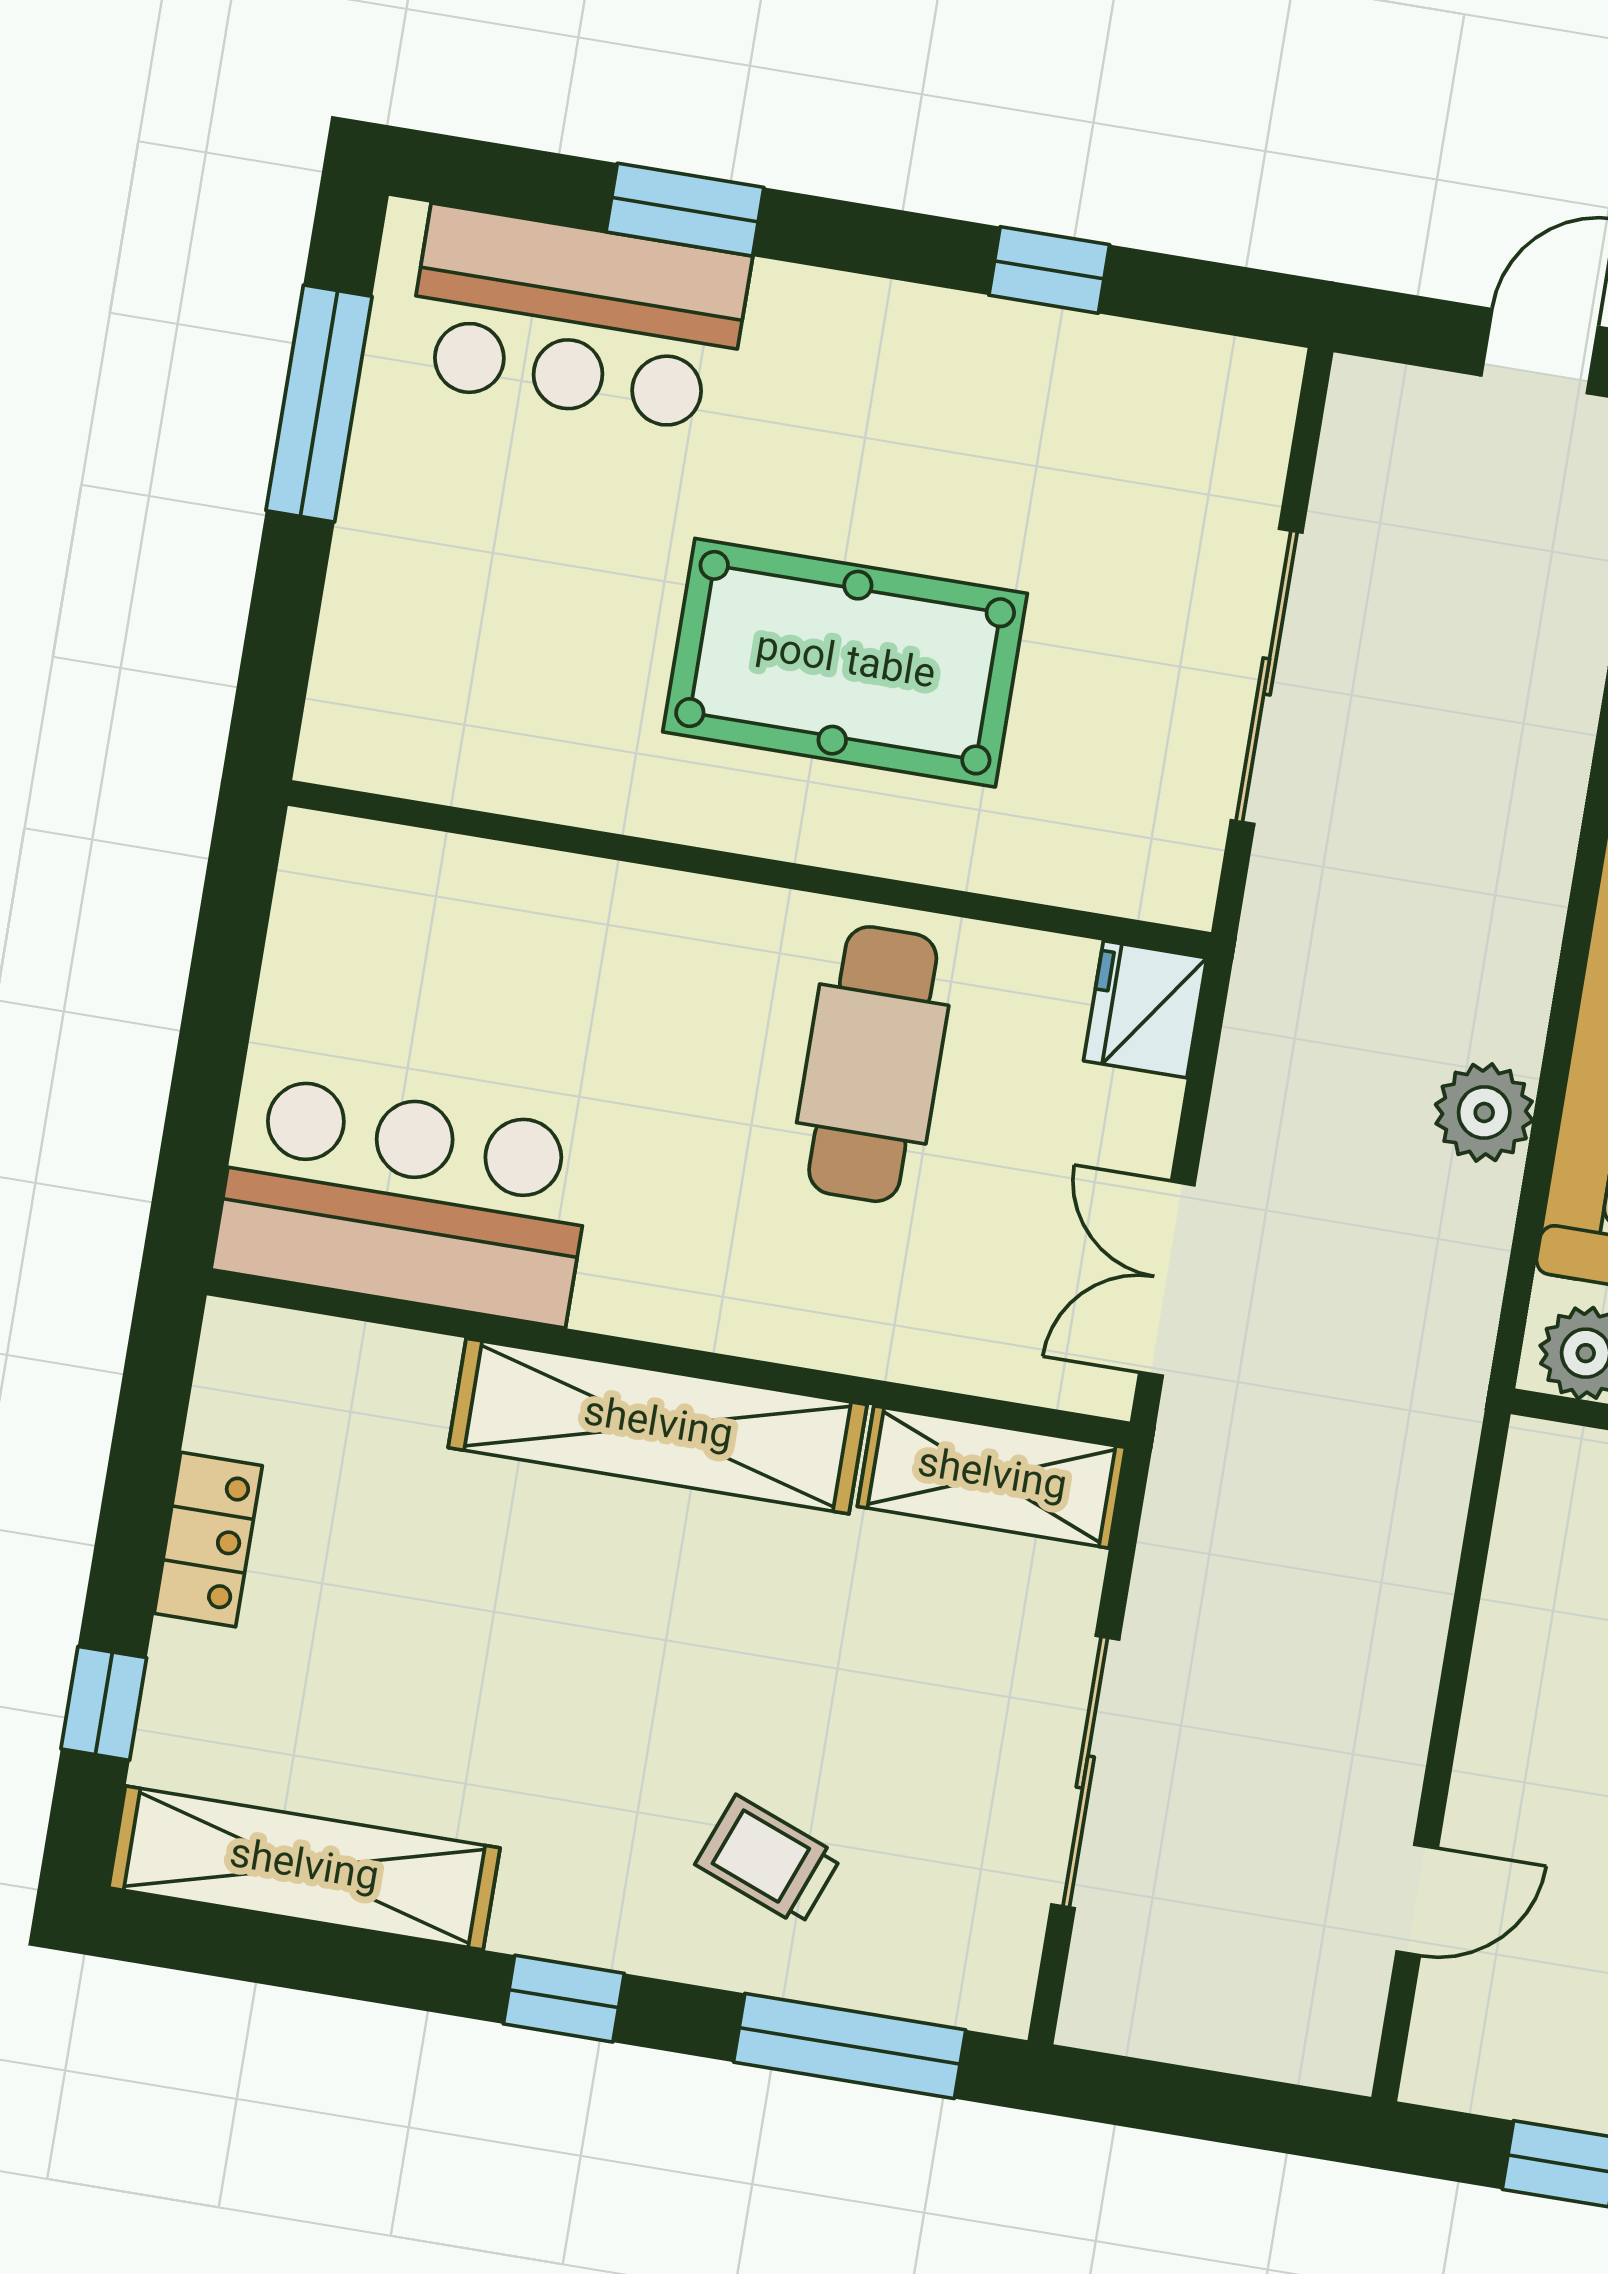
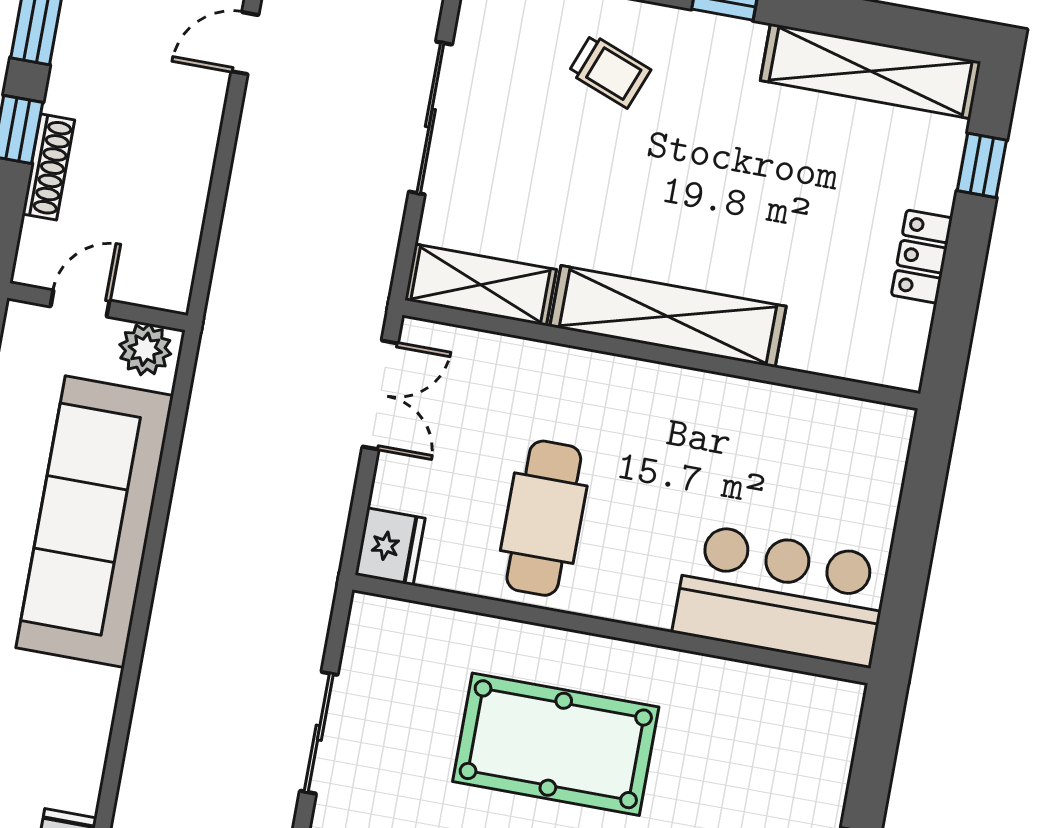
sliding door: (1267, 676) -> (319, 733), width x0.73
plant: (1484, 1112) -> (200, 486), removed
bar counter: (405, 1200) -> (781, 595), moved, turned 180

